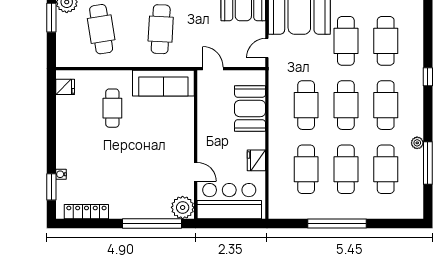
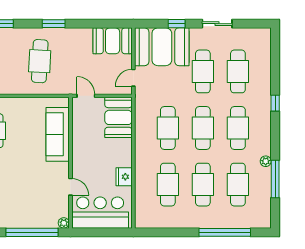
sofa: (163, 83) -> (58, 134), moved, turned 90
booth: (250, 109) -> (118, 117), moved
plant: (183, 207) -> (64, 223), width x0.53, depth x0.53
window: (337, 223) -> (225, 232), moved

